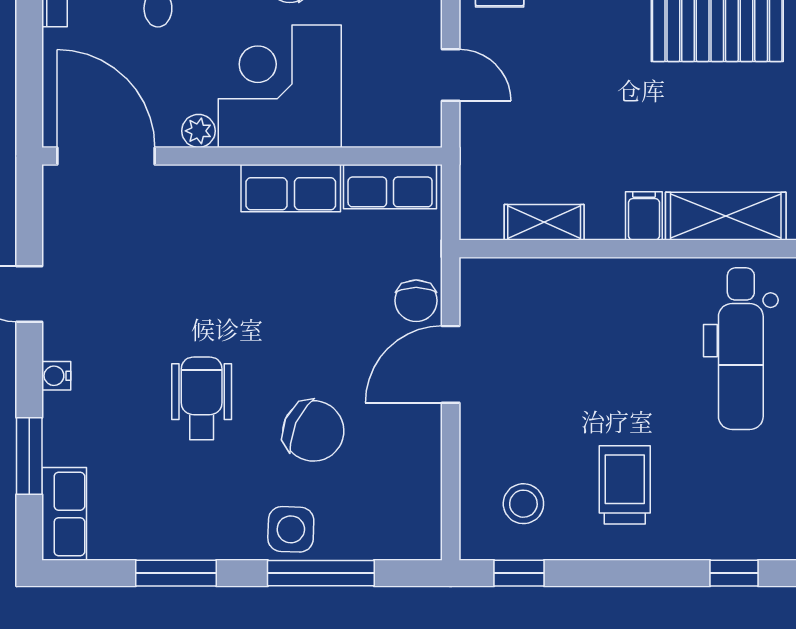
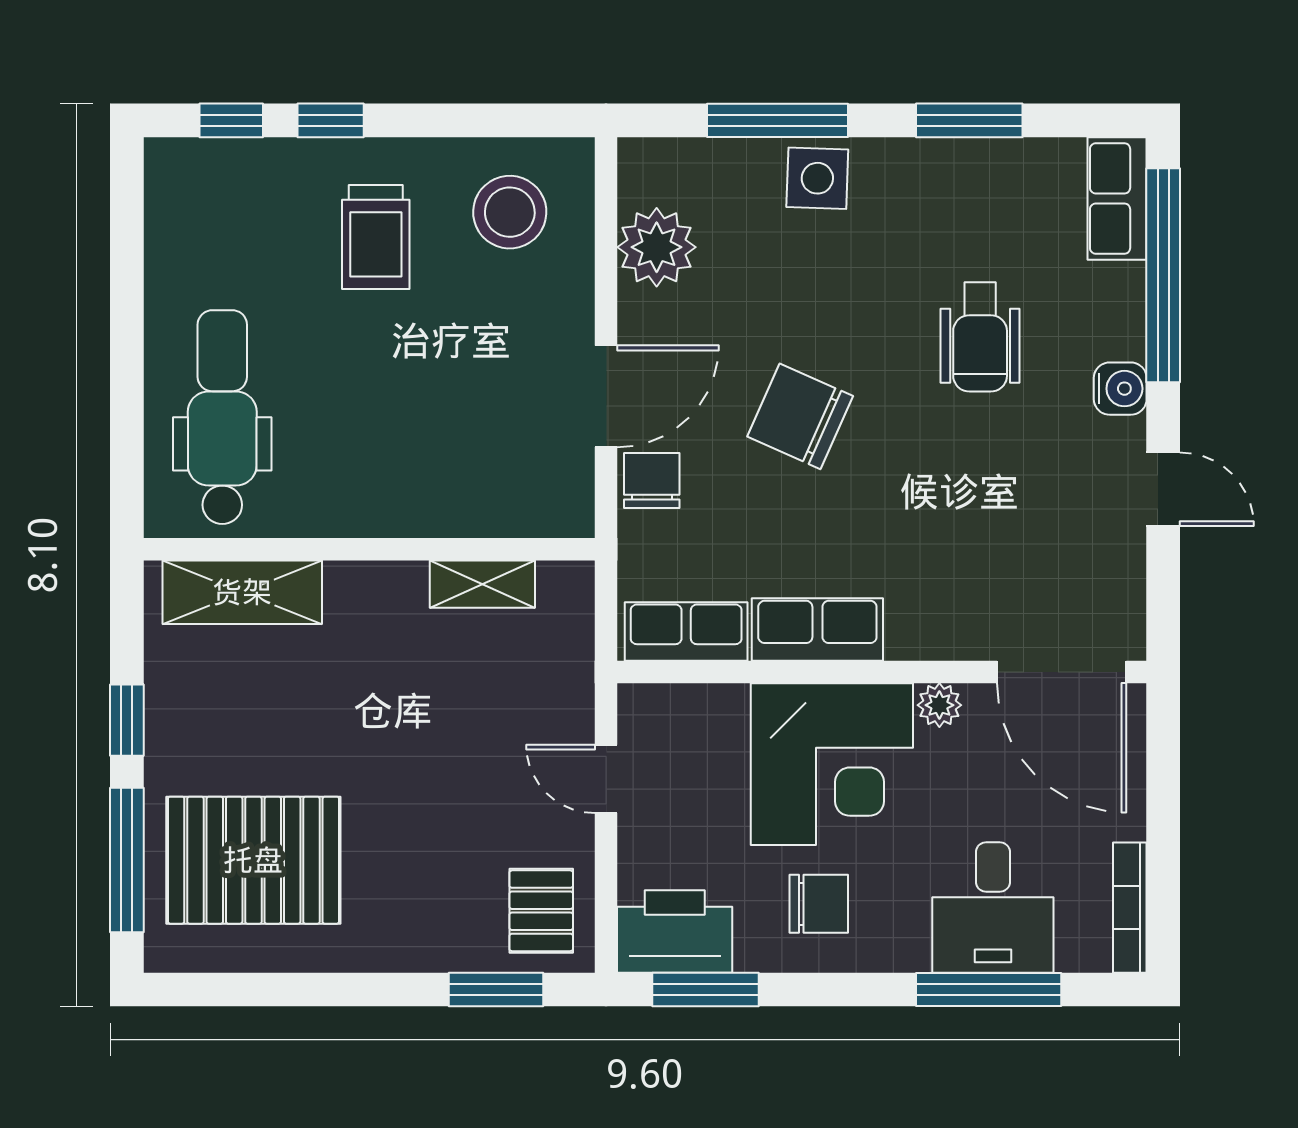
filing cabinet: (644, 216) -> (350, 593), removed
water cooler: (56, 376) -> (1120, 389), width x1.38, depth x1.38
wheelchair: (202, 398) -> (980, 337), moved
chair: (313, 431) -> (800, 416), moved
window: (29, 456) -> (1163, 275), width x2.11
plant: (412, 477) -> (657, 247), added
stool: (523, 504) -> (510, 212), width x1.38, depth x1.38
window: (519, 573) -> (331, 120), moved

